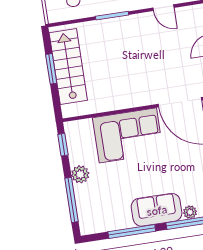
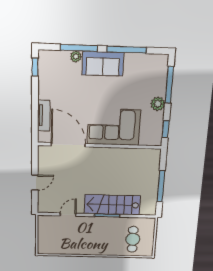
door: (163, 8) -> (68, 215), hinge flipped
stairs: (68, 66) -> (112, 205), moved, turned 90
window: (51, 69) -> (161, 186), width x1.44

